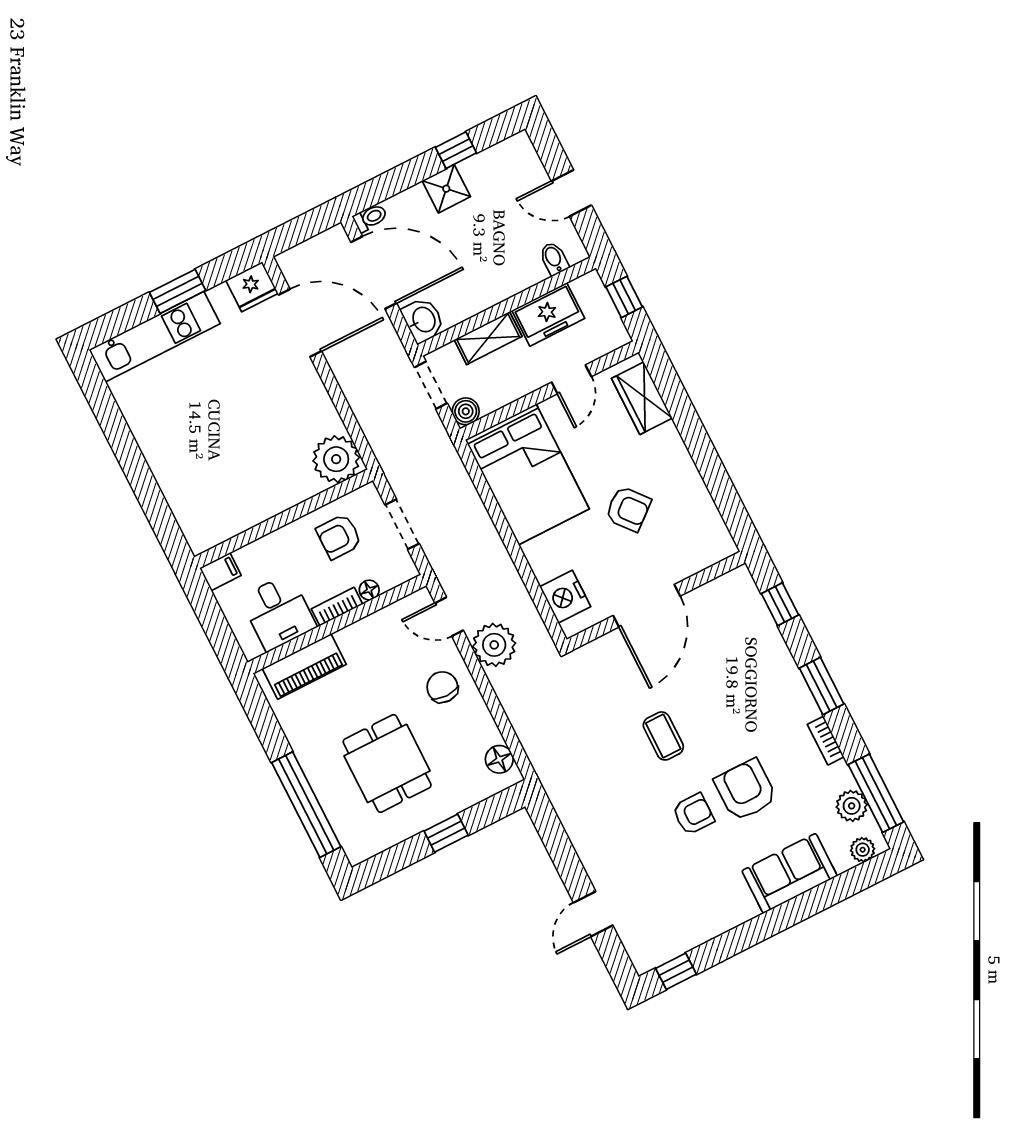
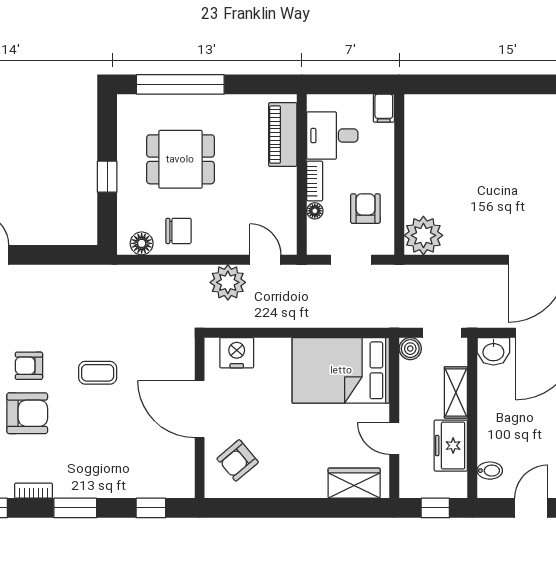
armchair: (628, 509) -> (238, 460), moved
door: (449, 617) -> (265, 260), hinge flipped
chair: (442, 687) -> (178, 231), moved
armchair: (693, 814) -> (29, 366), turned 90

